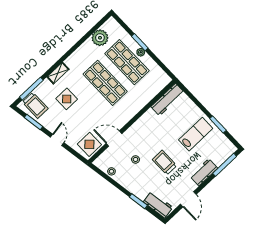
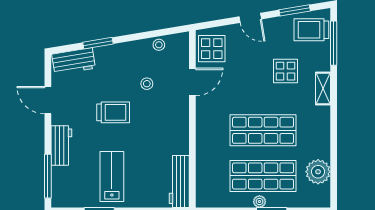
lab bench: (196, 134) -> (112, 176), turned 180

